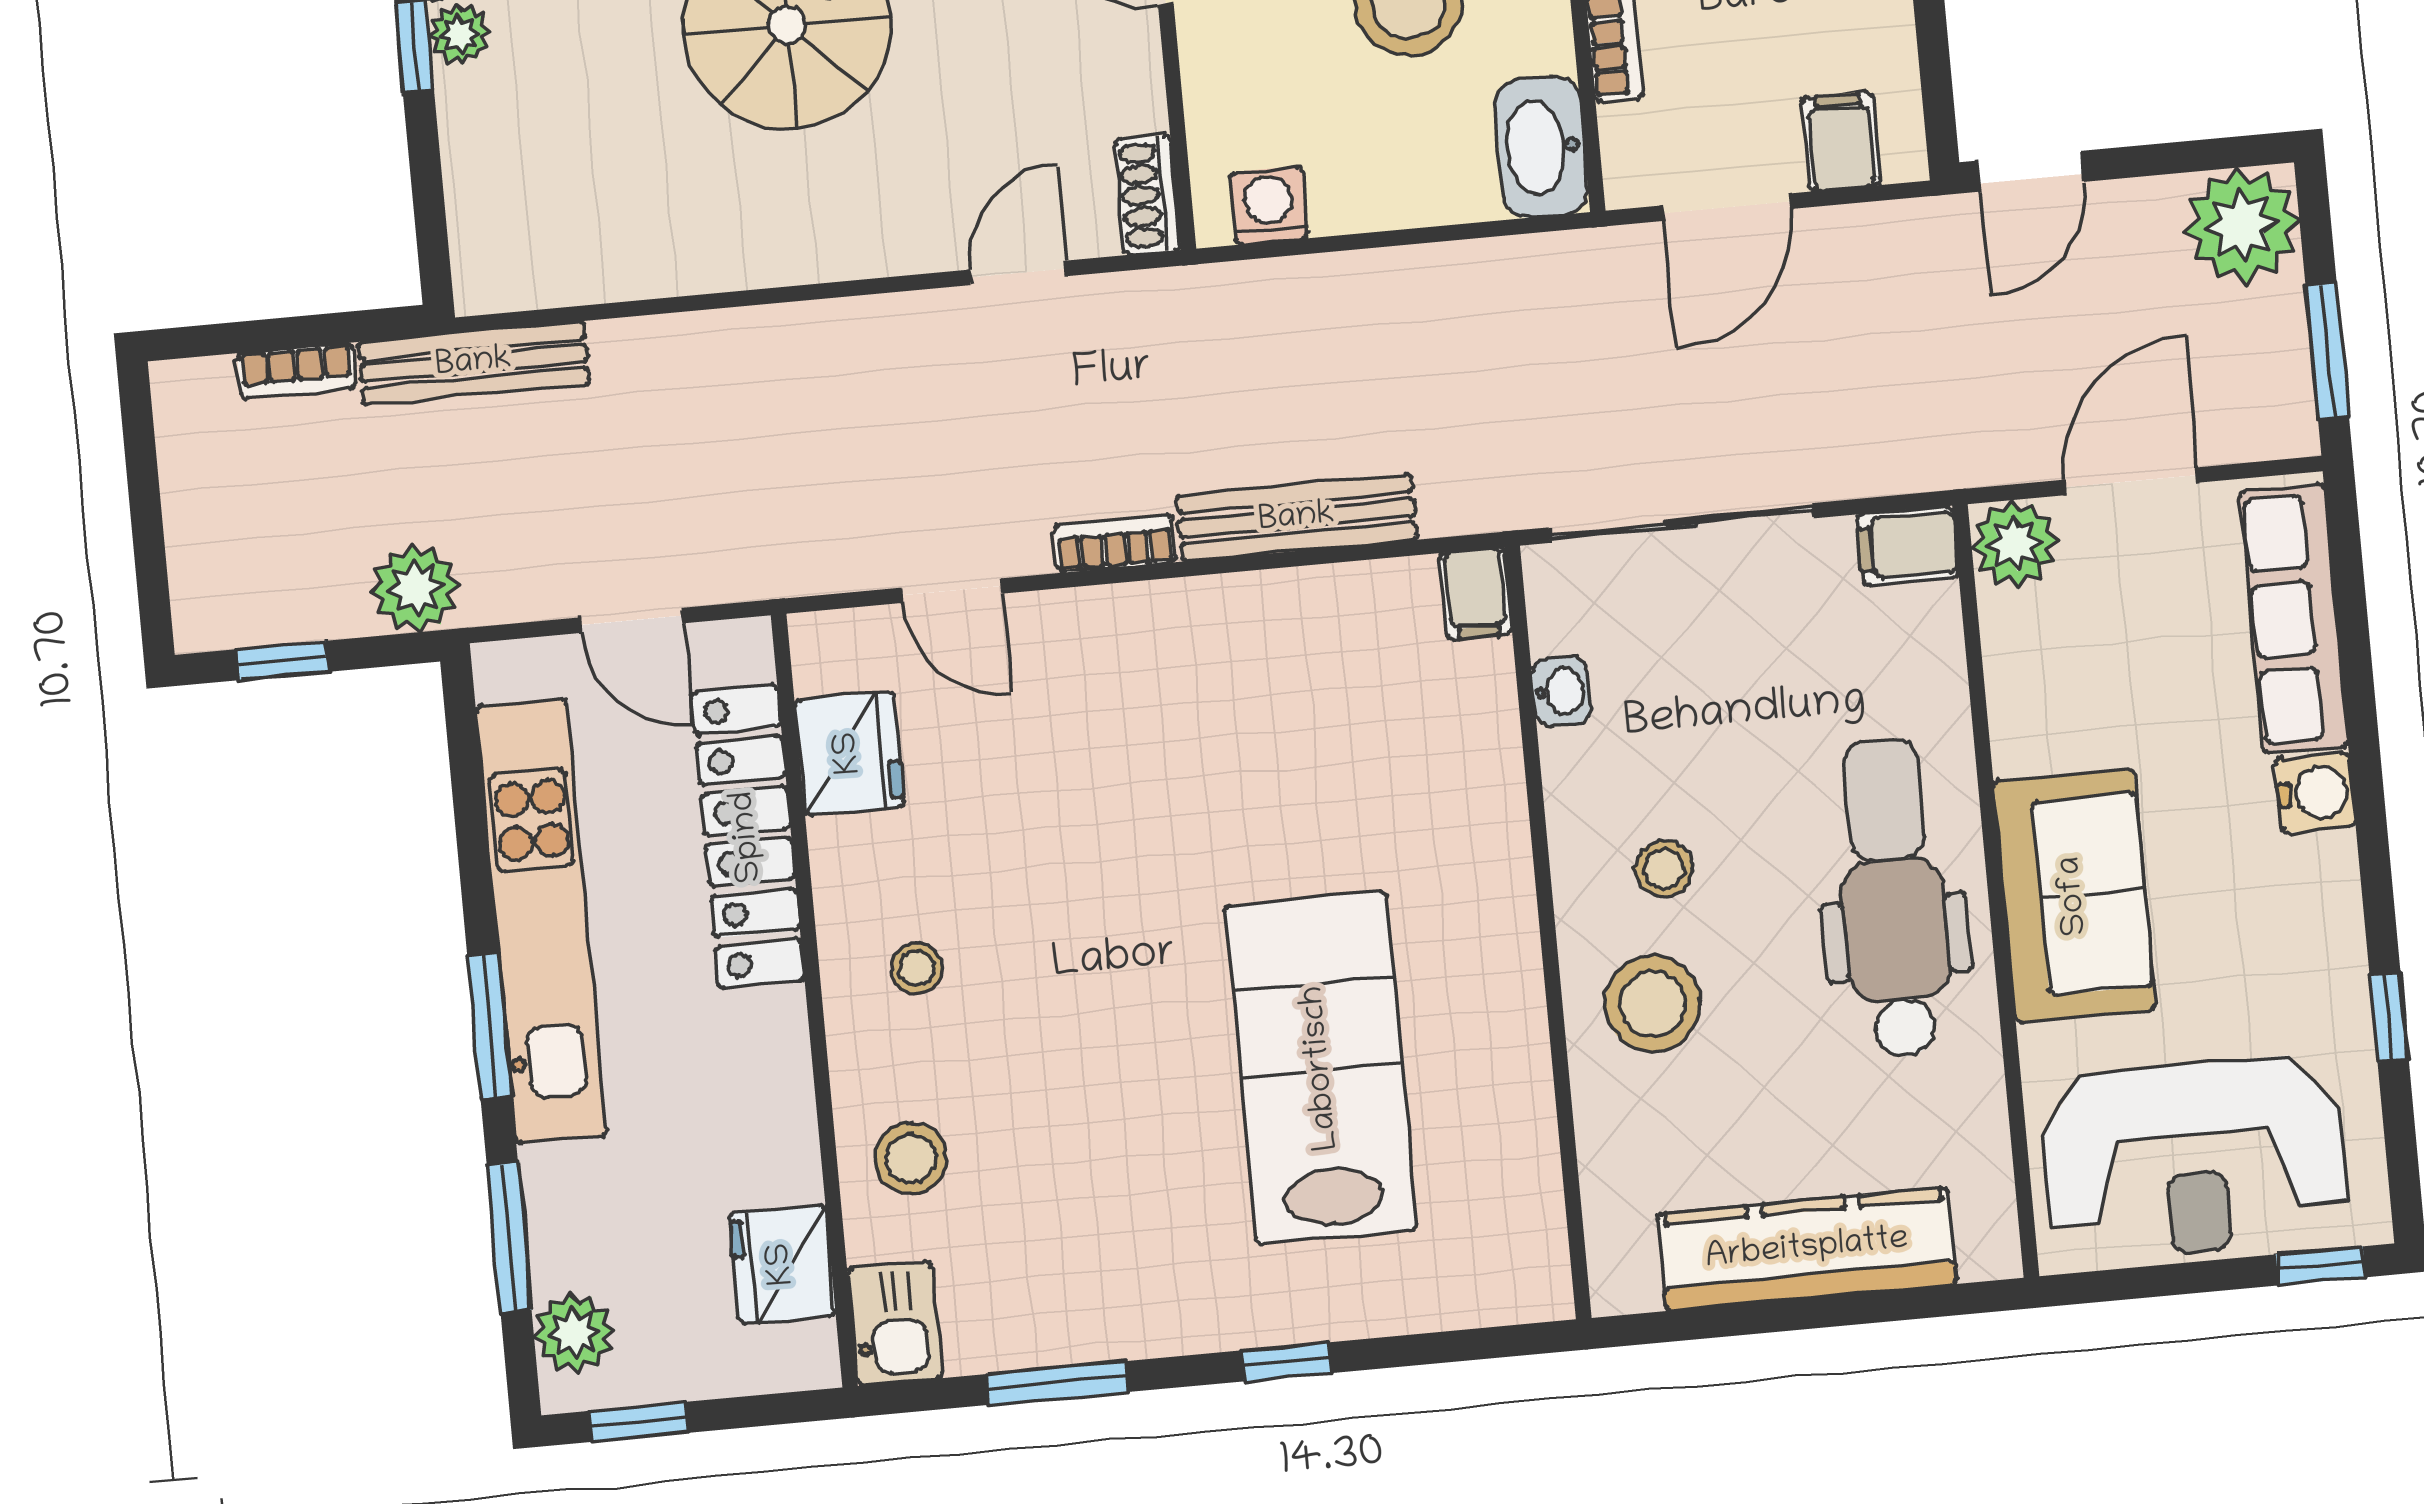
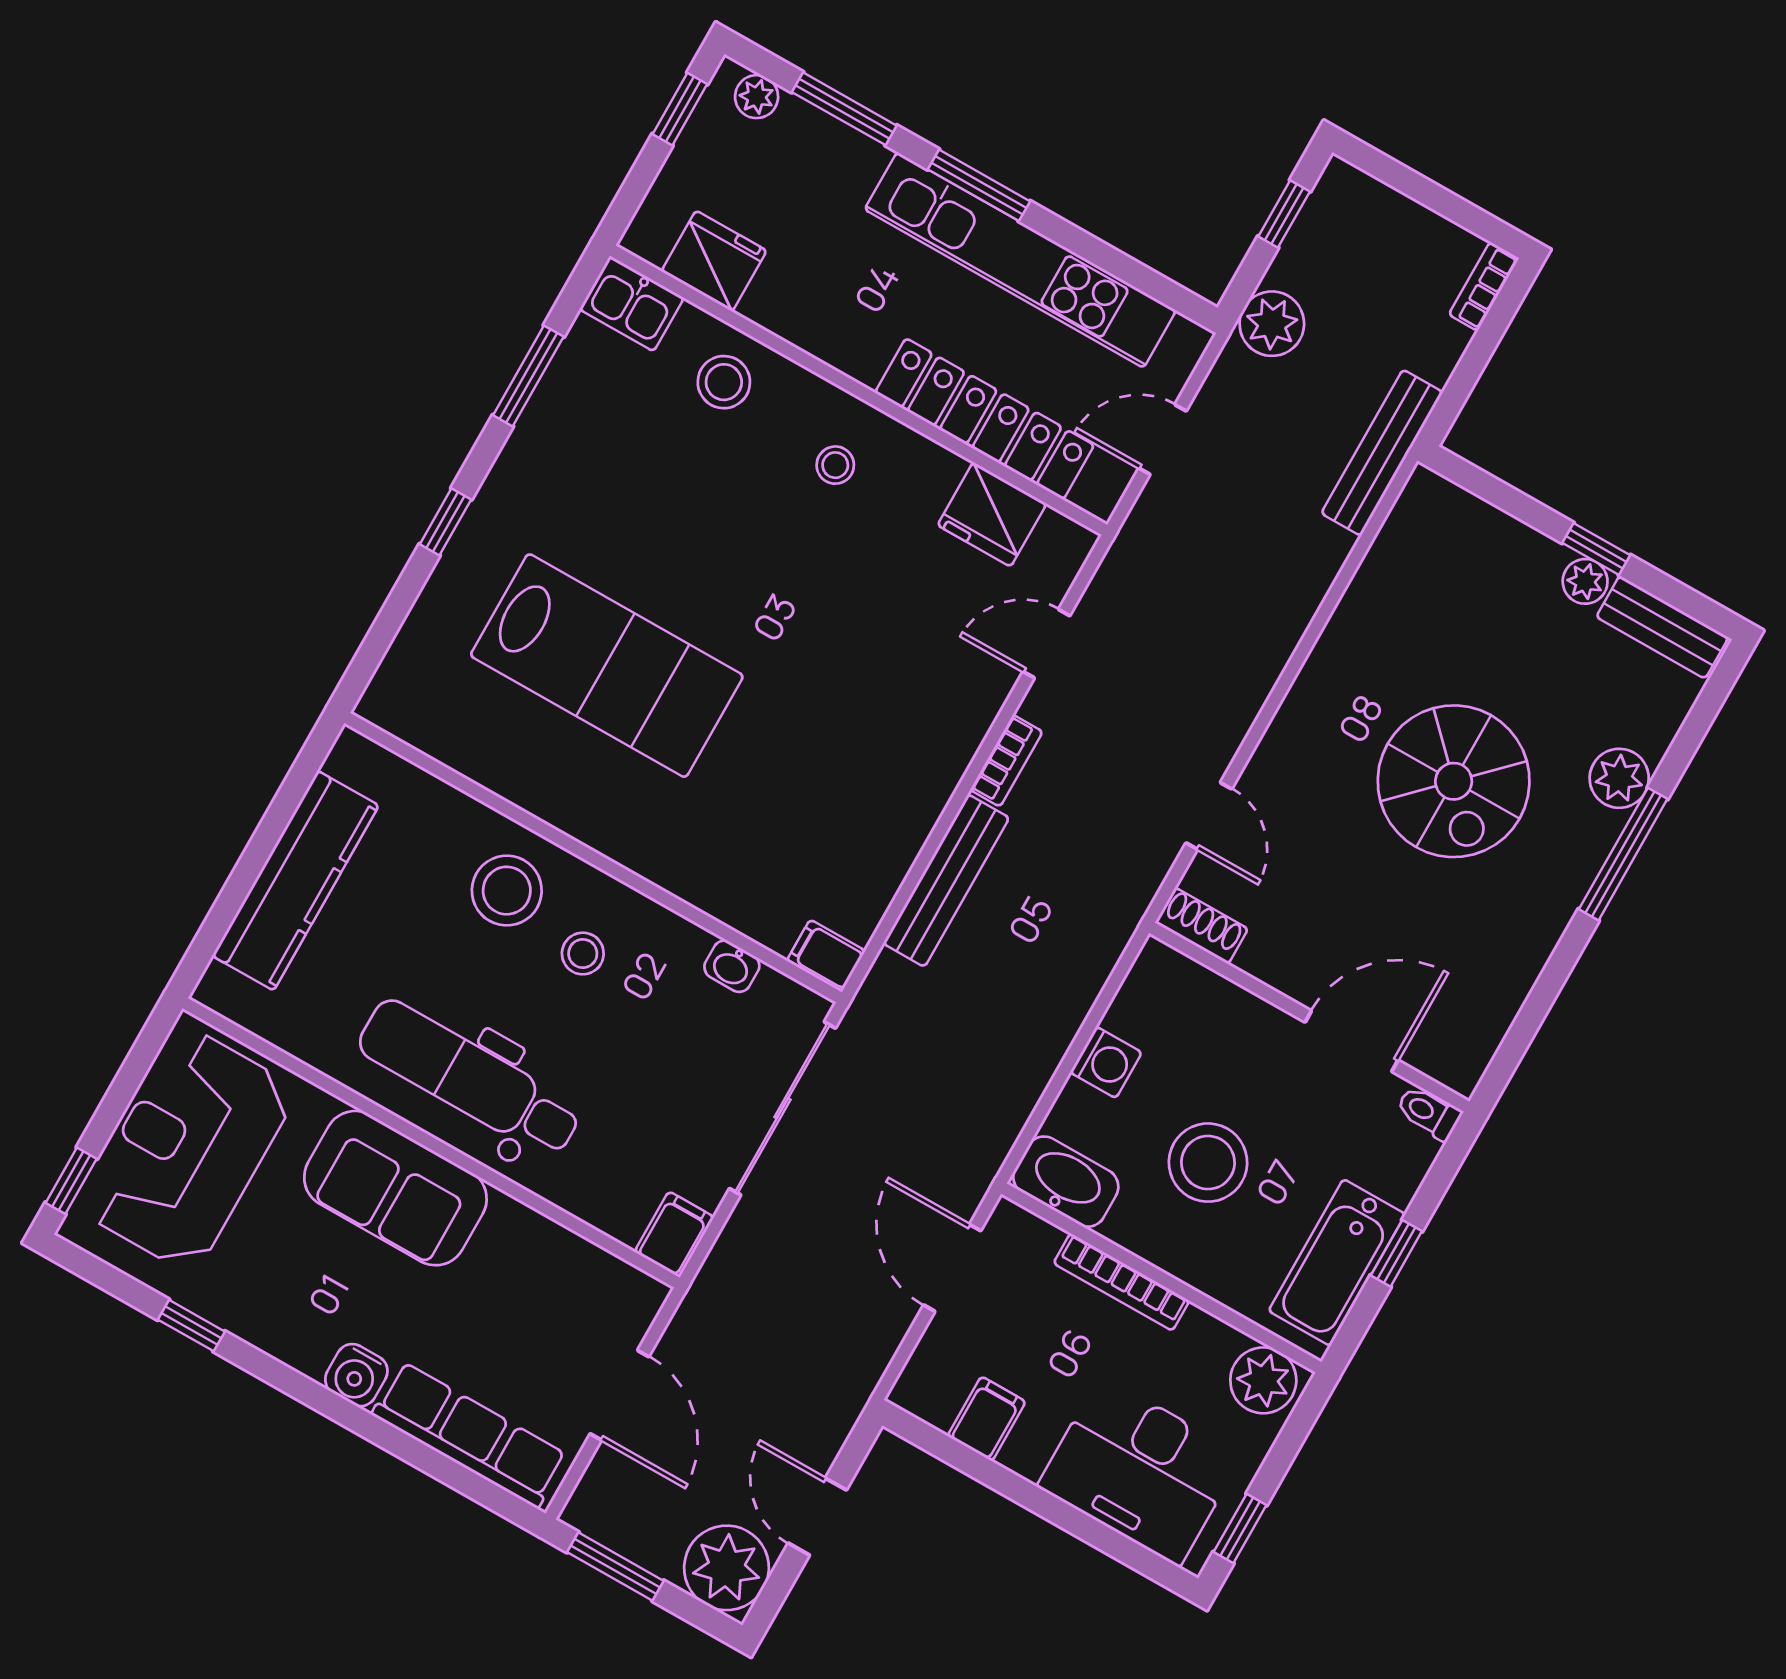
filing cabinet: (1841, 141) -> (987, 1419), moved, turned -90
door: (2031, 171) -> (817, 1517), moved
washing machine: (1269, 205) -> (1106, 1062), moved
bookcase: (296, 371) -> (1484, 286), moved
plant: (2015, 544) -> (631, 1299), removed
dental chair: (1893, 898) -> (470, 1079), turned 180
plant: (574, 1333) -> (757, 97), width x0.73, depth x0.73

